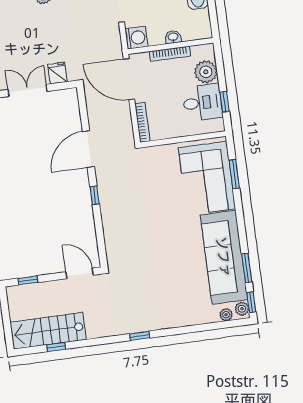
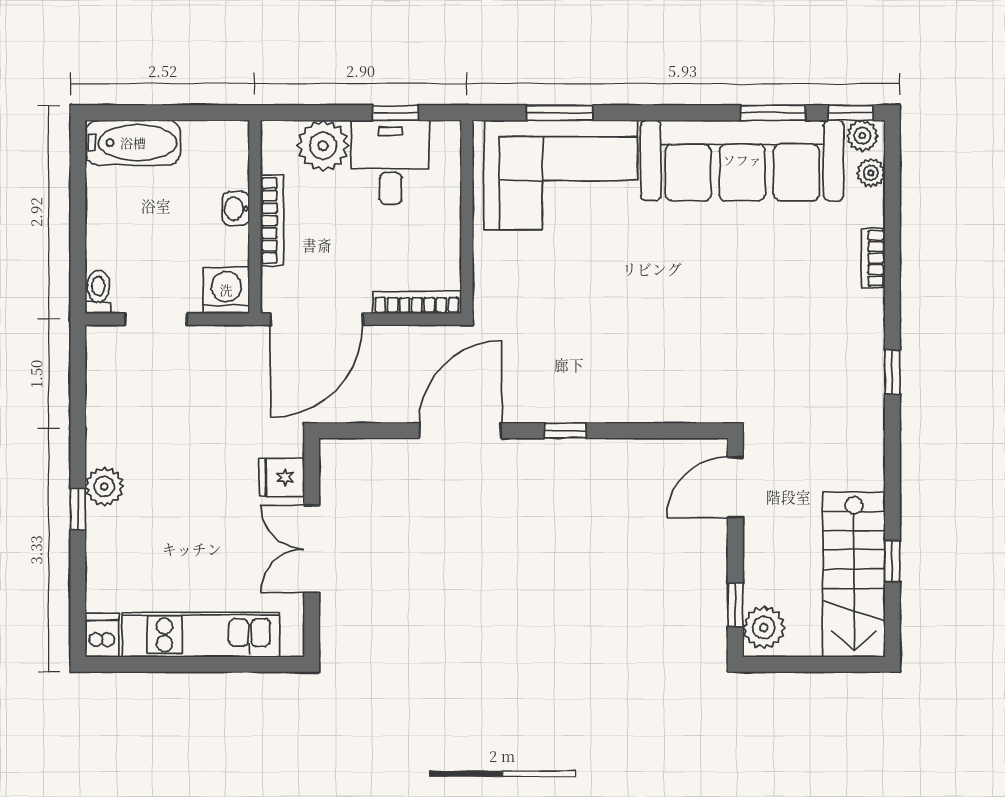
door: (88, 149) -> (460, 431), swing flipped
plant: (20, 294) -> (764, 627), added
bookcase: (189, 321) -> (873, 258), added

